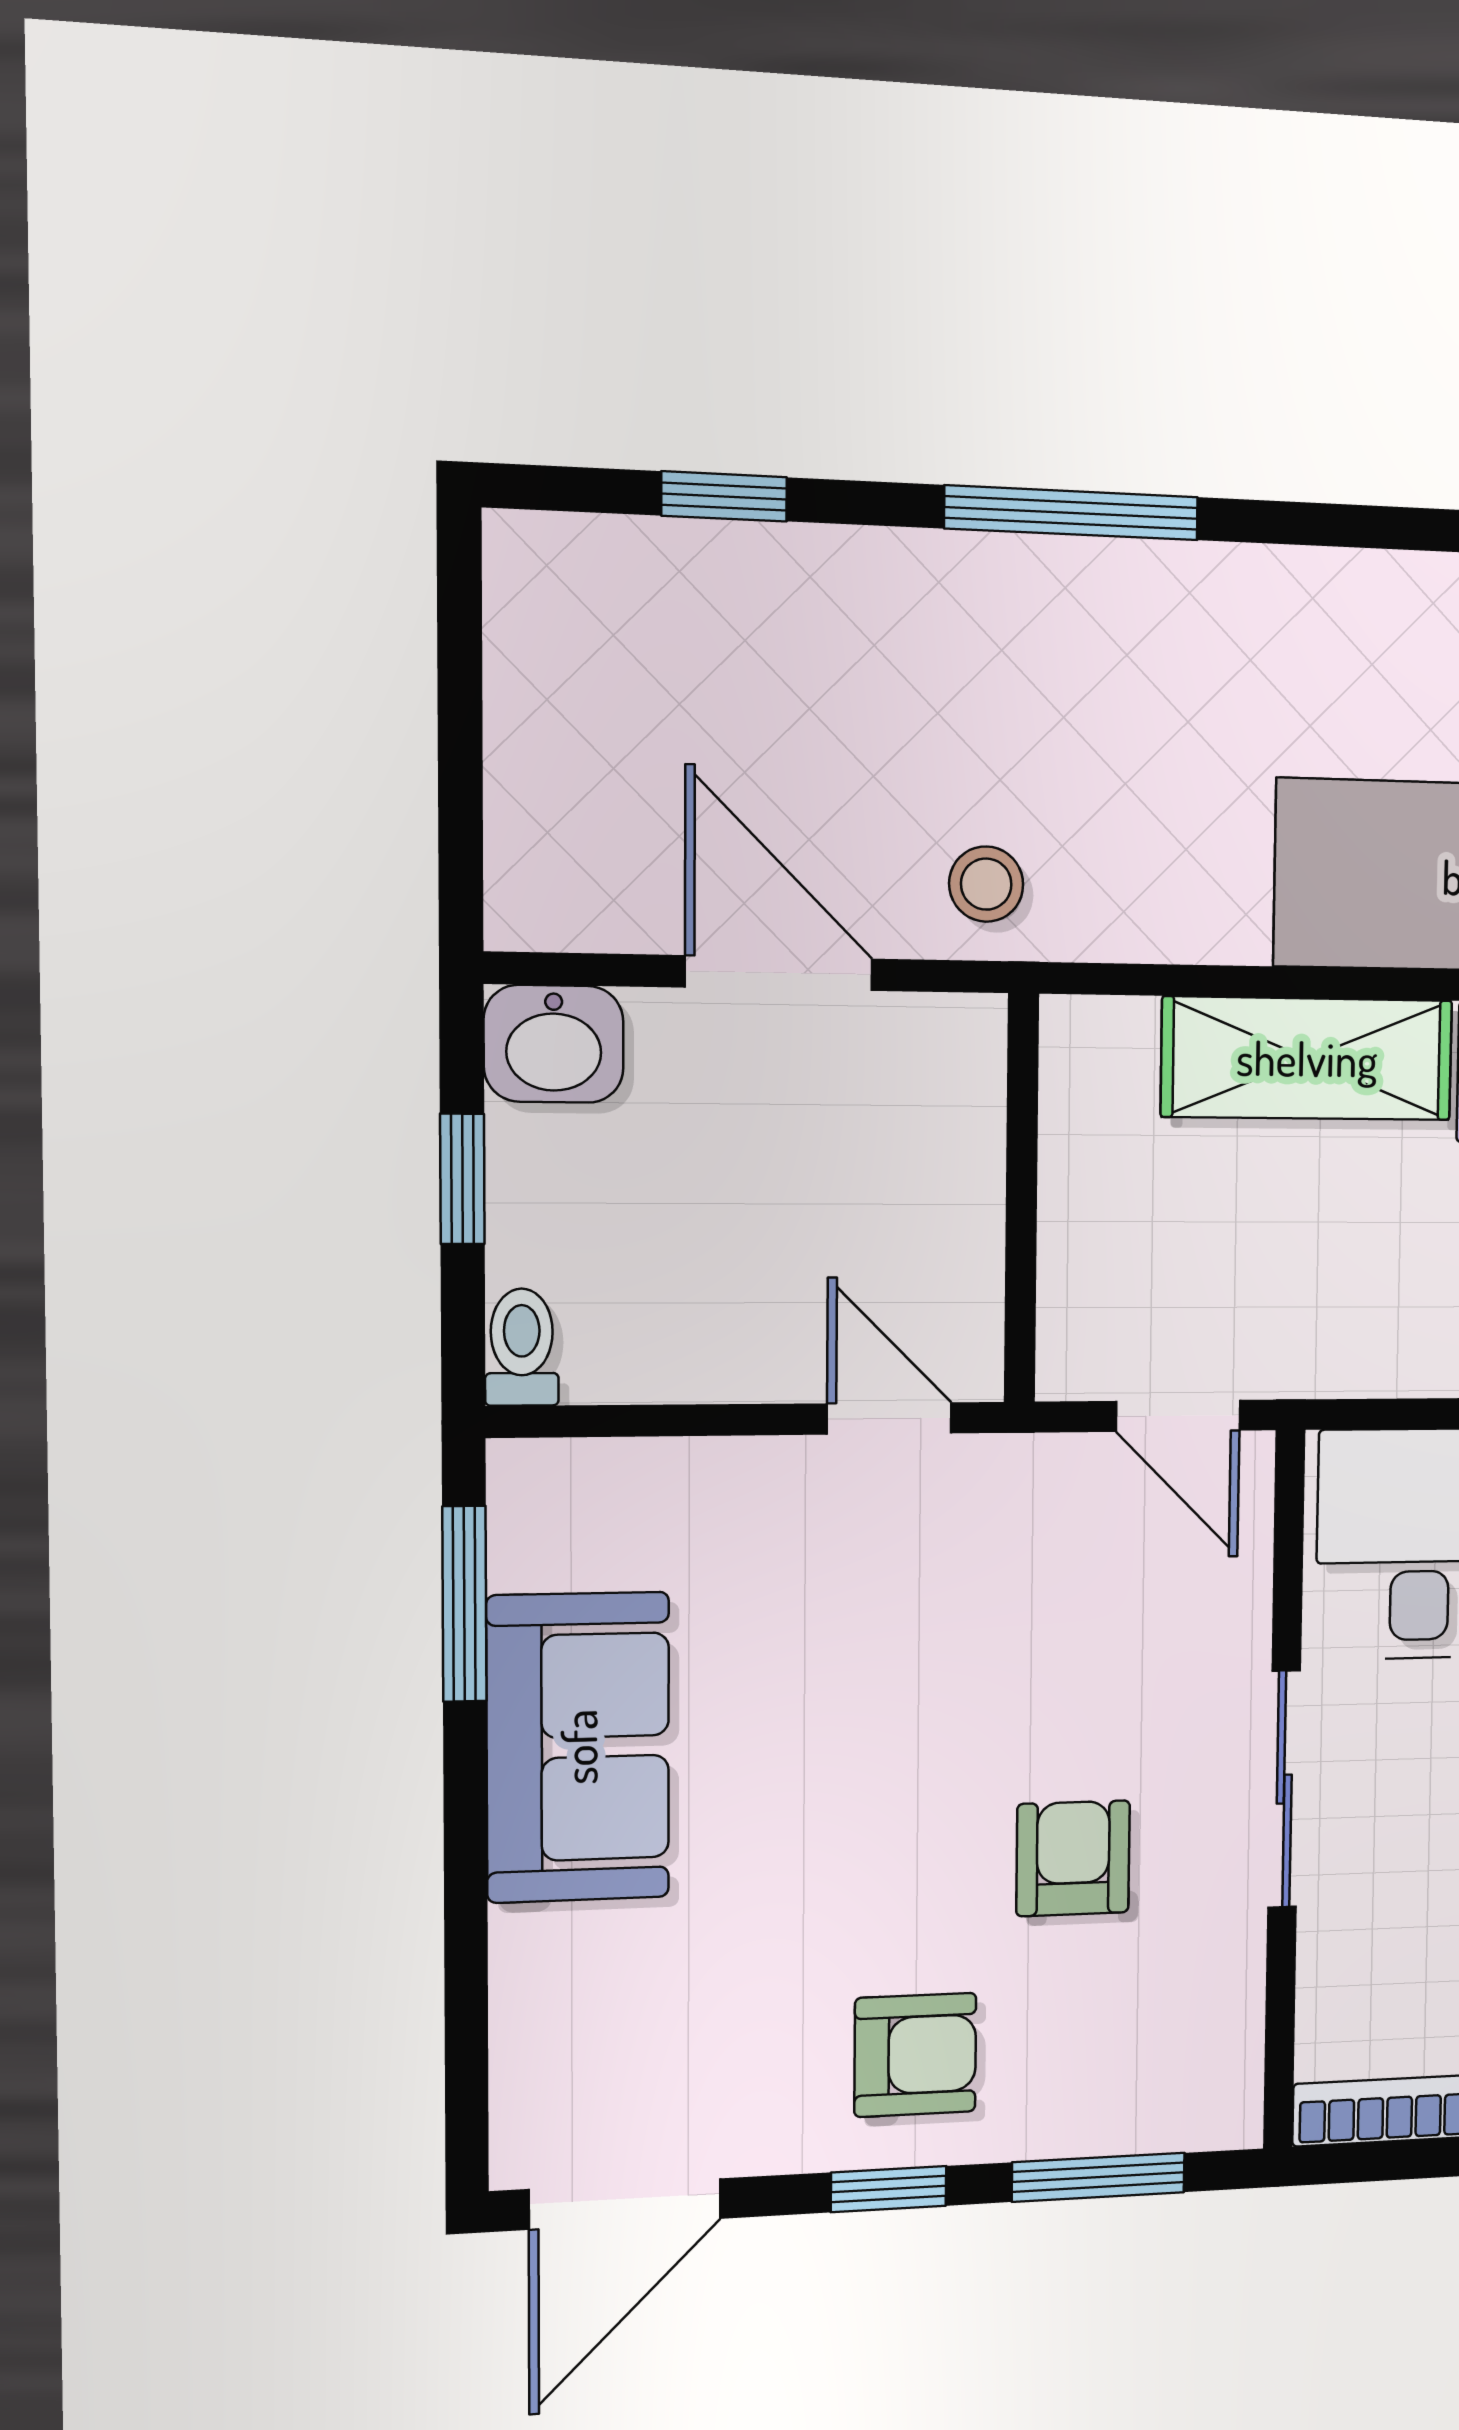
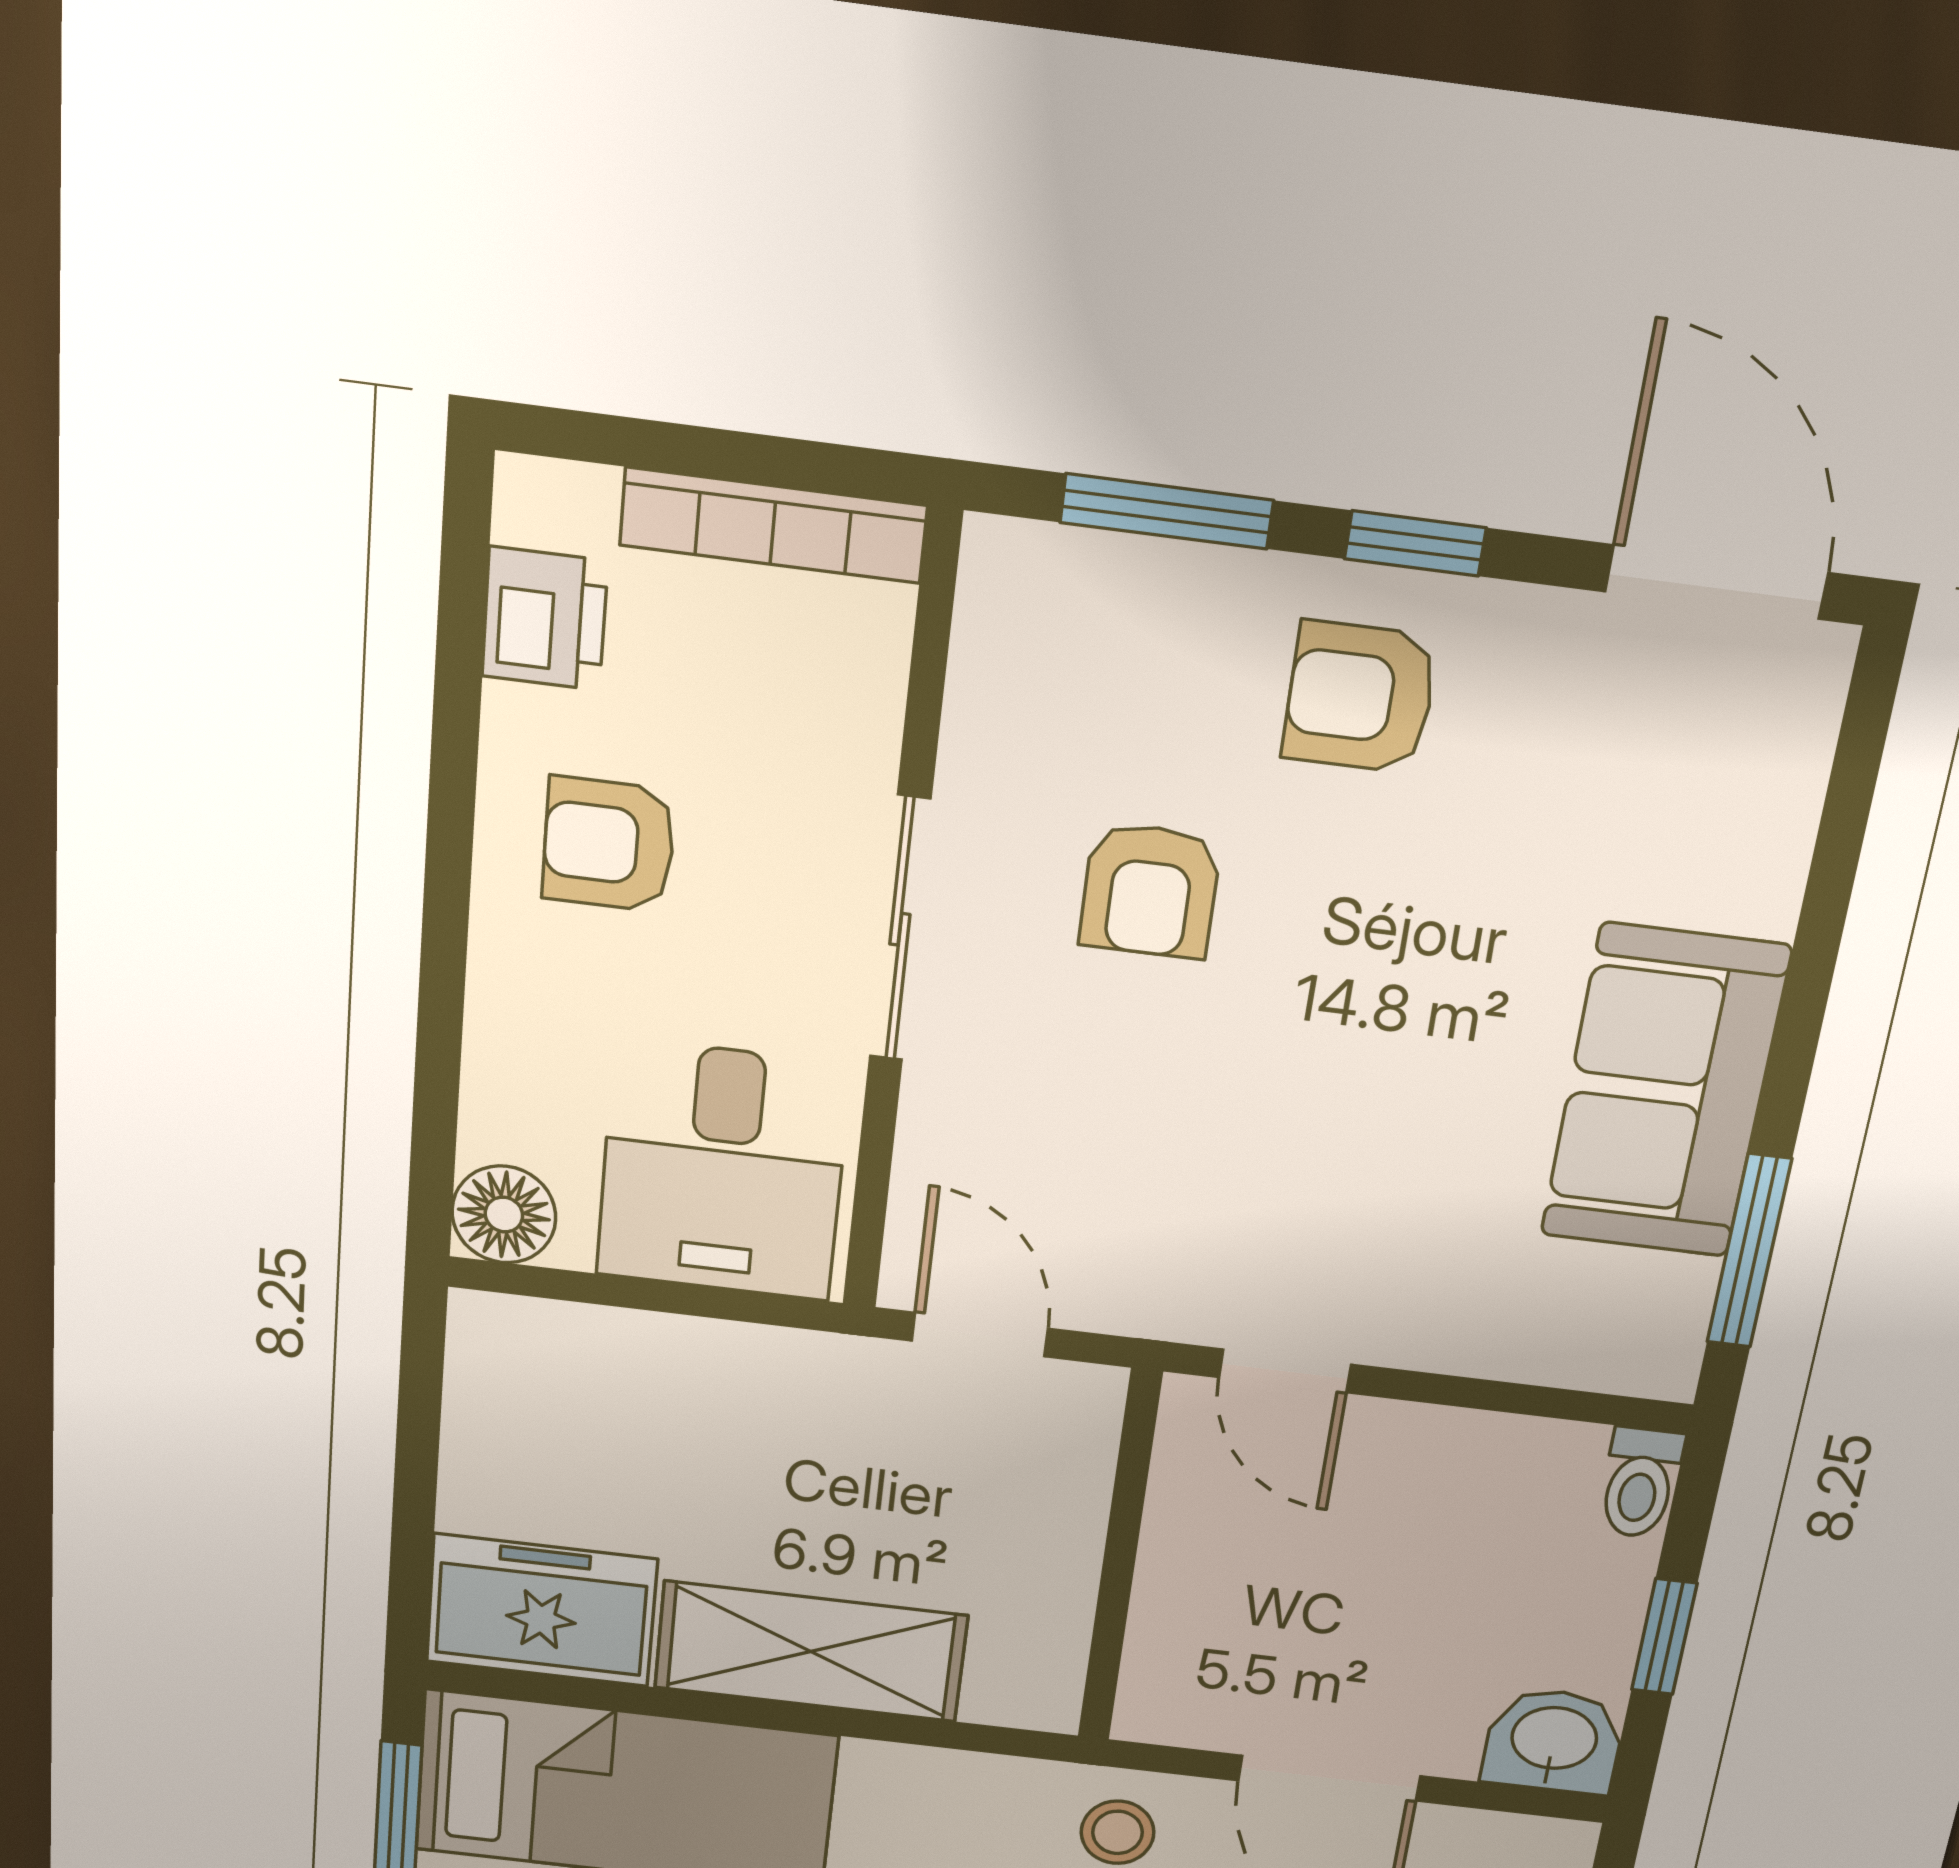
door: (625, 2204) -> (1717, 582), hinge flipped

